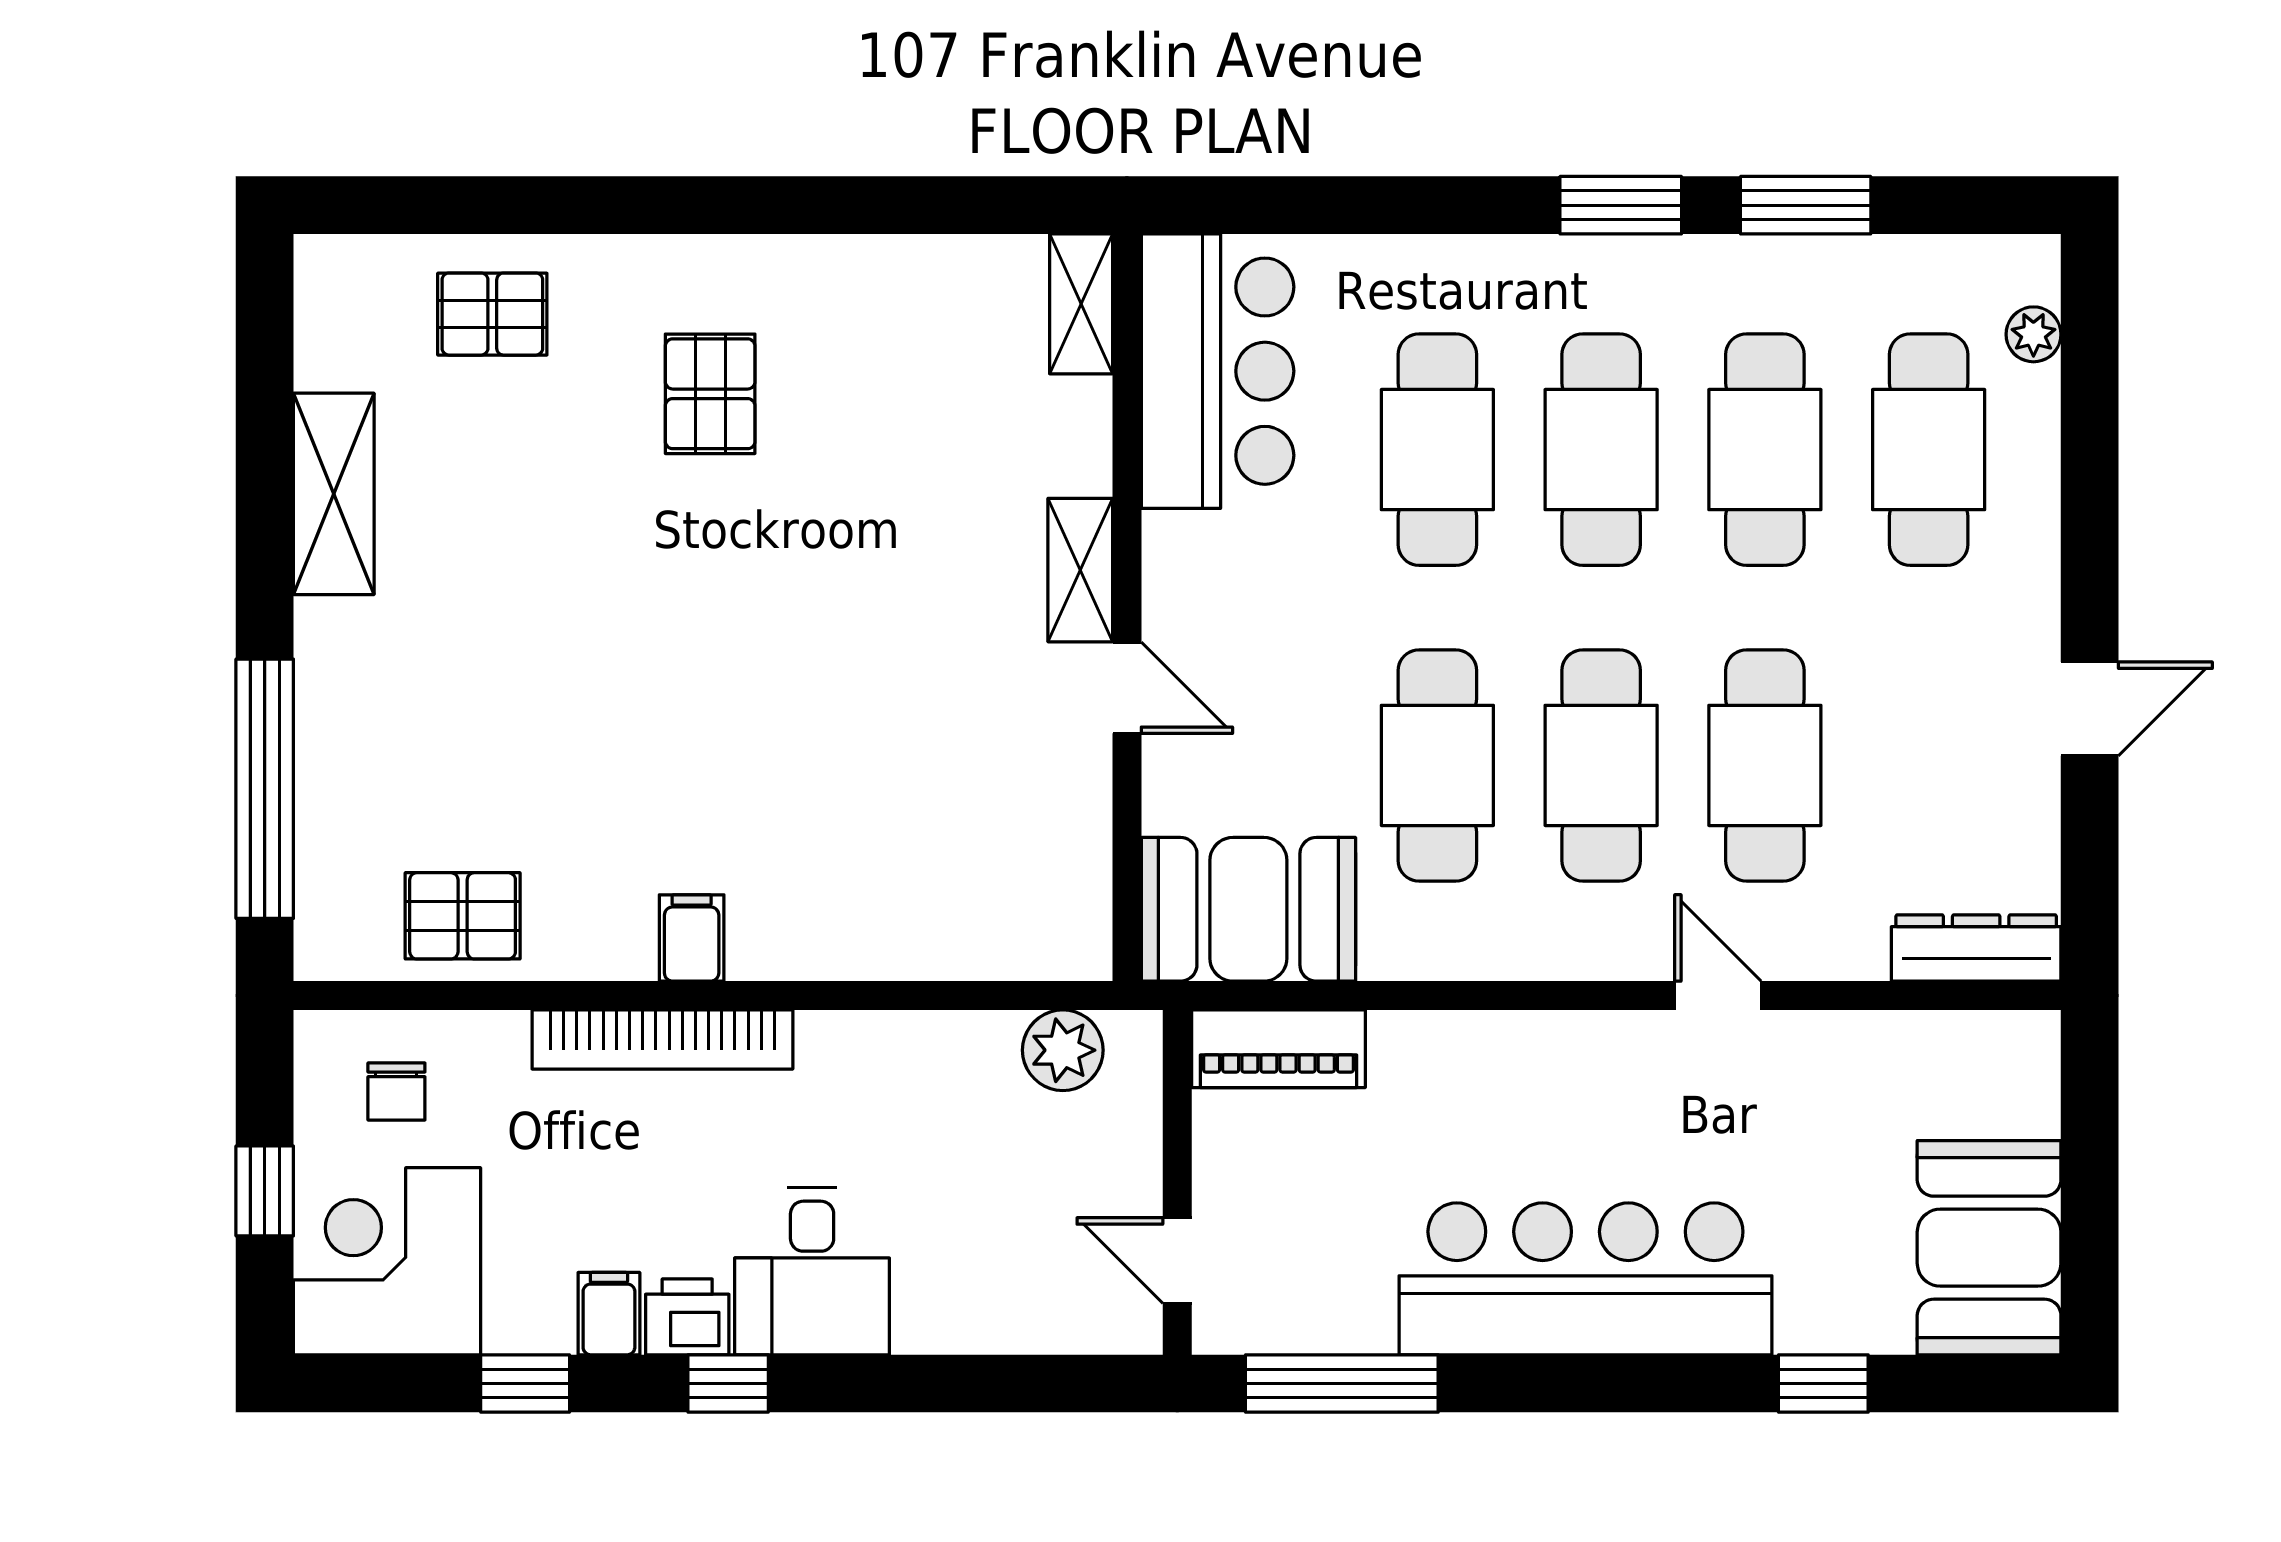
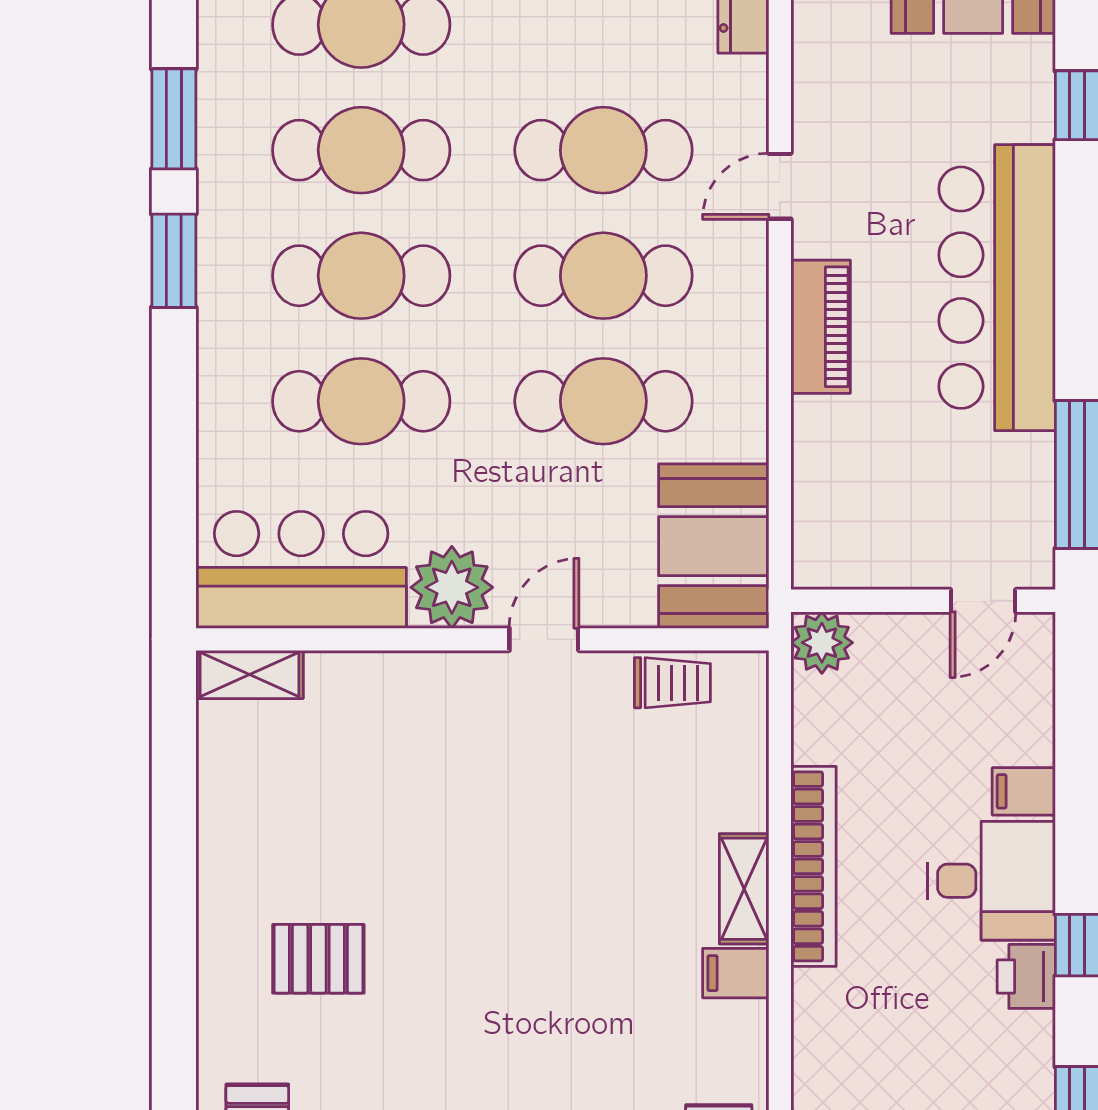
plant: (1195, 568) -> (452, 587), added
shelving: (1080, 570) -> (744, 889), moved, turned 90
trolley: (1070, 856) -> (672, 683), added
bookcase: (662, 1039) -> (814, 866), moved
piano: (1278, 1049) -> (821, 327), moved
plant: (1063, 1050) -> (822, 643), moved
filing cabinet: (609, 1314) -> (1024, 791), moved

